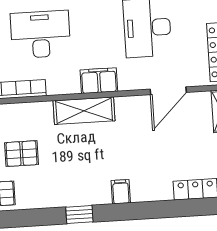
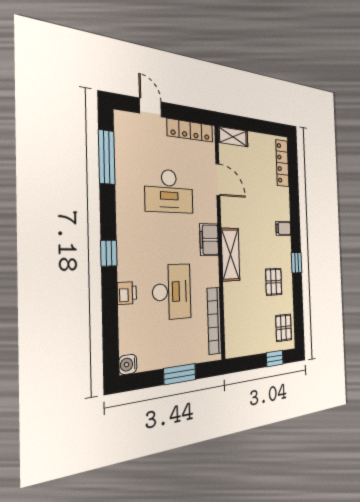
desk: (40, 34) -> (172, 292), turned 180
pallet: (21, 154) -> (274, 282), moved

